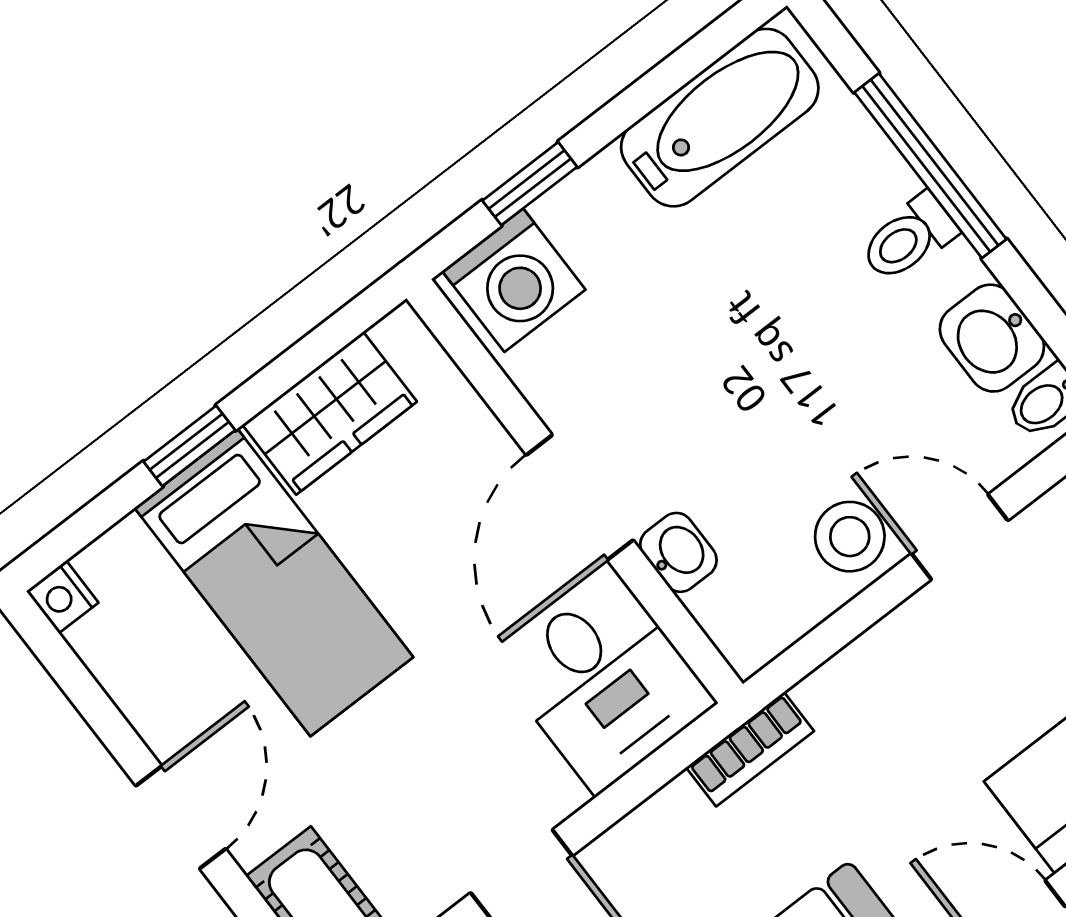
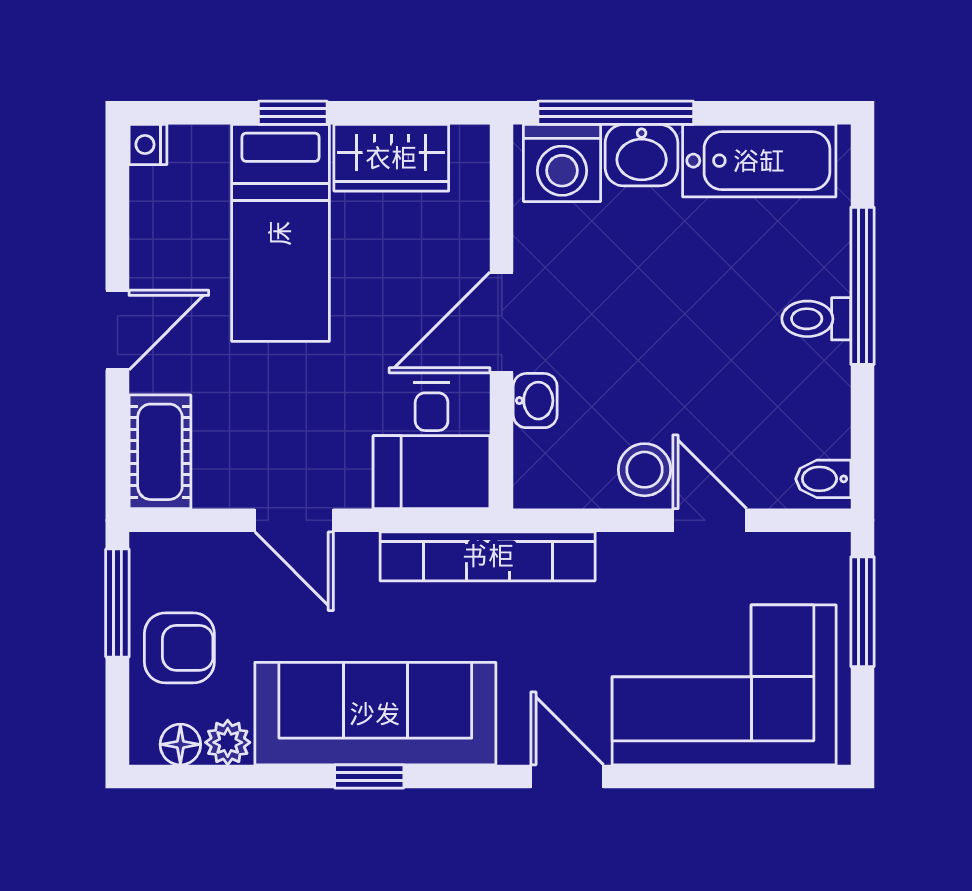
window: (530, 184) -> (616, 113), width x2.17
washbasin: (992, 338) -> (642, 155), moved, turned -90
bookcase: (750, 749) -> (488, 556), width x2.31, depth x1.31

